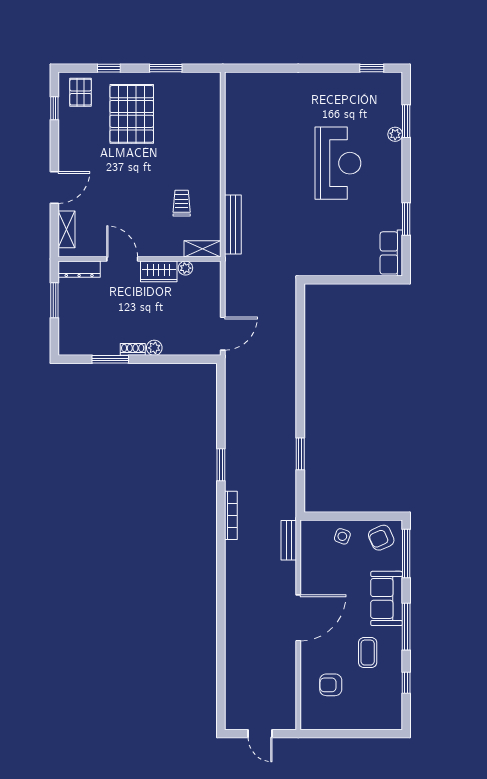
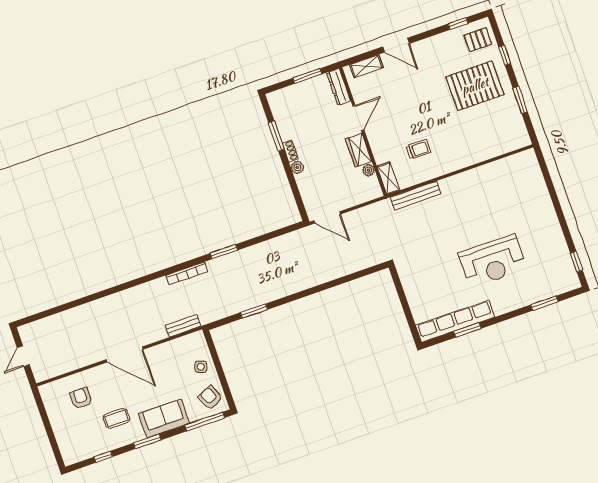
plant: (395, 134) -> (531, 298), removed
row of seats: (391, 253) -> (455, 321), width x2.02
window: (406, 627) -> (147, 442), width x0.69

